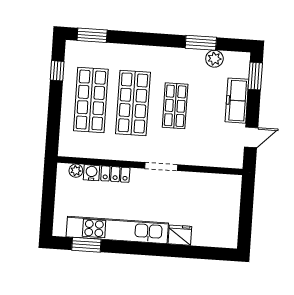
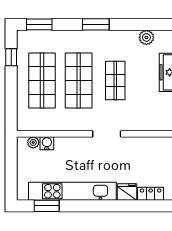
window: (201, 43) -> (96, 24), moved
locker: (115, 174) -> (151, 194), moved, turned 180

